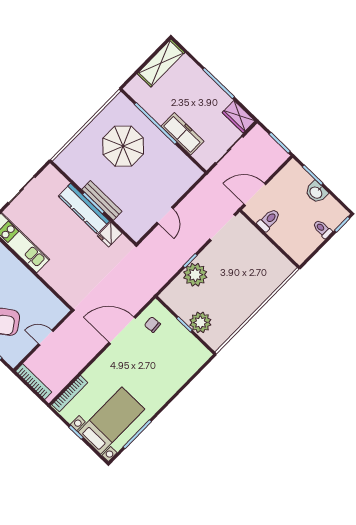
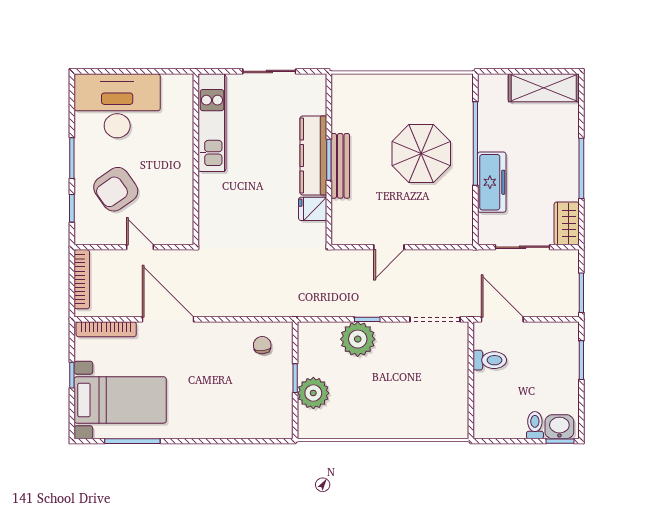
parasol: (123, 146) -> (421, 154), moved
washbasin: (316, 192) -> (559, 427), moved, turned 90
door: (122, 330) -> (168, 319), moved

